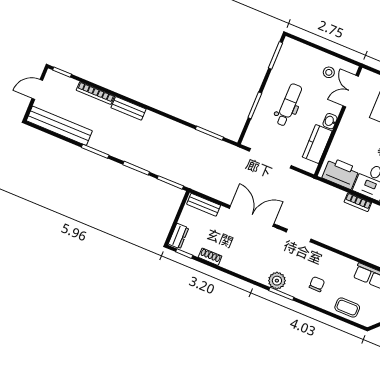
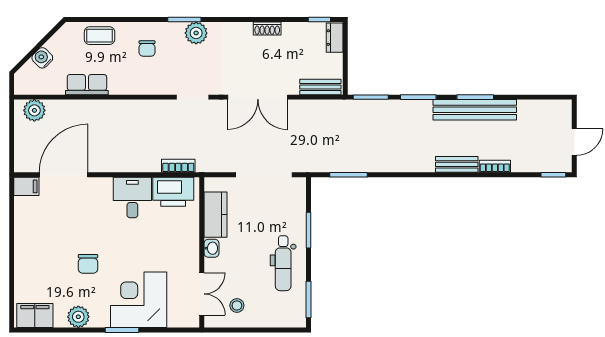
bookcase: (95, 93) -> (495, 166), width x0.64
dental chair: (289, 105) -> (283, 263), moved
bench: (59, 126) -> (475, 110), moved
bookcase: (358, 202) -> (178, 166), moved
shoe rack: (210, 257) -> (267, 29), moved

